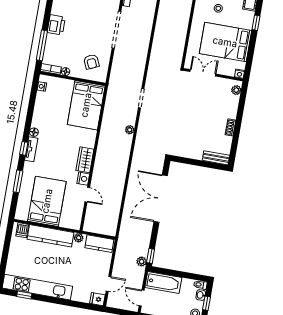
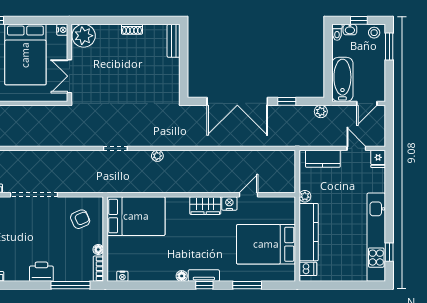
plant: (236, 90) -> (84, 36), width x1.87, depth x1.87
kitchen counter: (99, 244) -> (323, 159), moved, turned 90
window: (151, 256) -> (287, 101), moved

